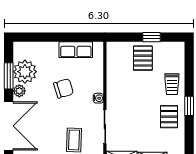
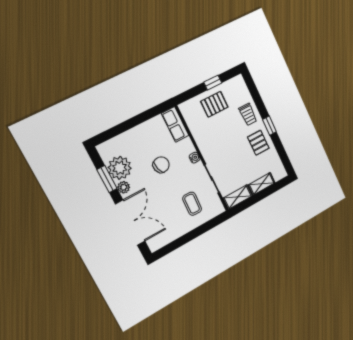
row of seats: (76, 50) -> (175, 124), moved, turned 90
pallet: (143, 58) -> (214, 104), turned 90

